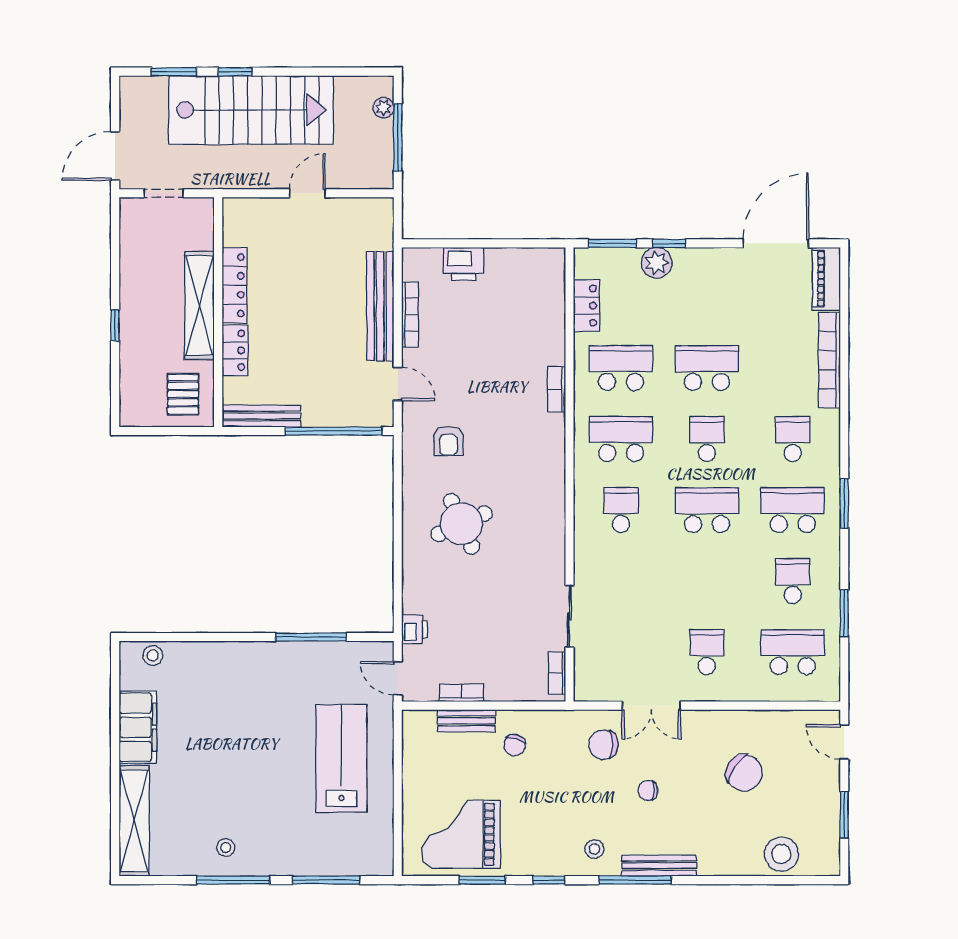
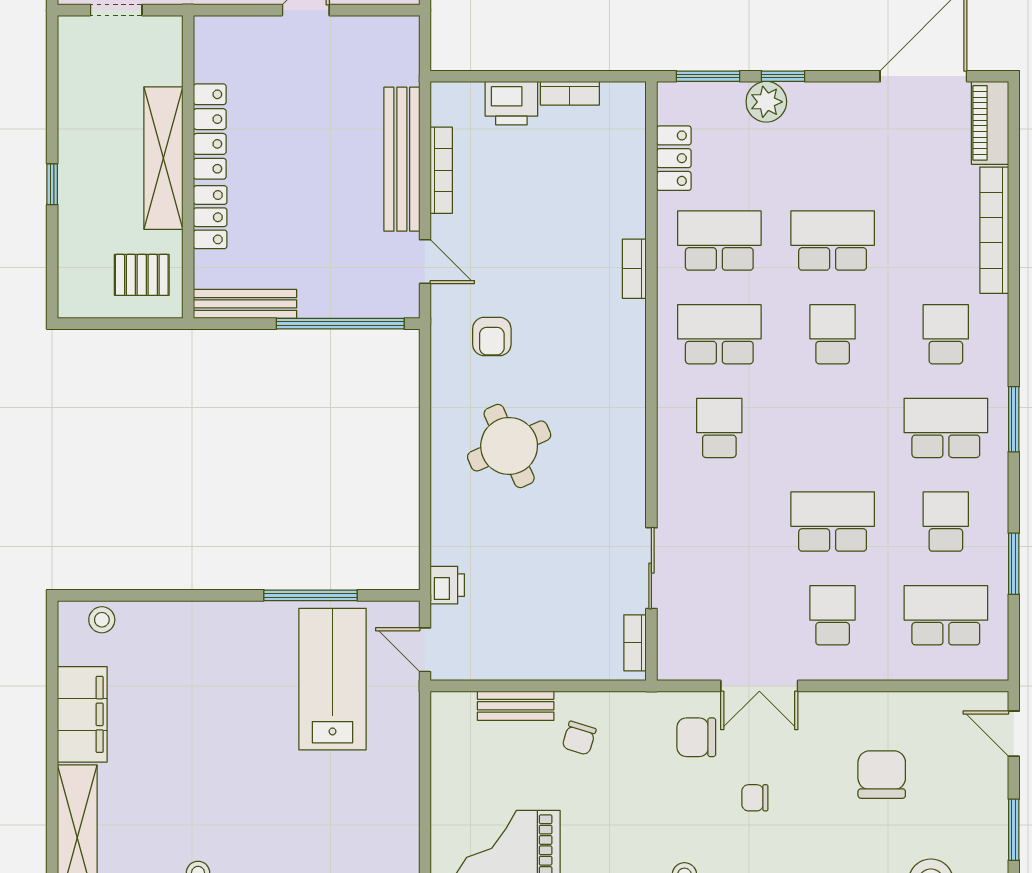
pallet: (183, 394) -> (142, 275), turned 90
school desk: (707, 510) -> (833, 522), moved
bookcase: (462, 693) -> (570, 93), moved, turned 180
lab bench: (341, 758) -> (332, 679), moved
chair: (744, 773) -> (882, 775), turned -124

